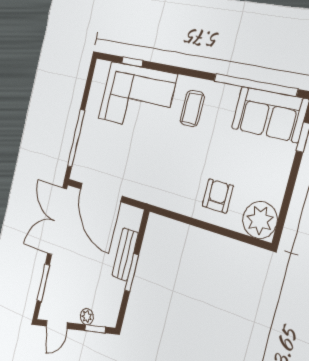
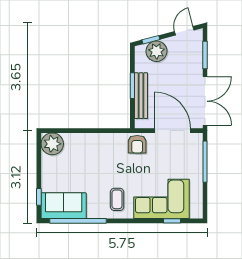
armchair: (218, 196) -> (137, 144), moved
bench: (125, 254) -> (141, 96), width x1.36
plant: (87, 317) -> (156, 51), width x1.87, depth x1.87

